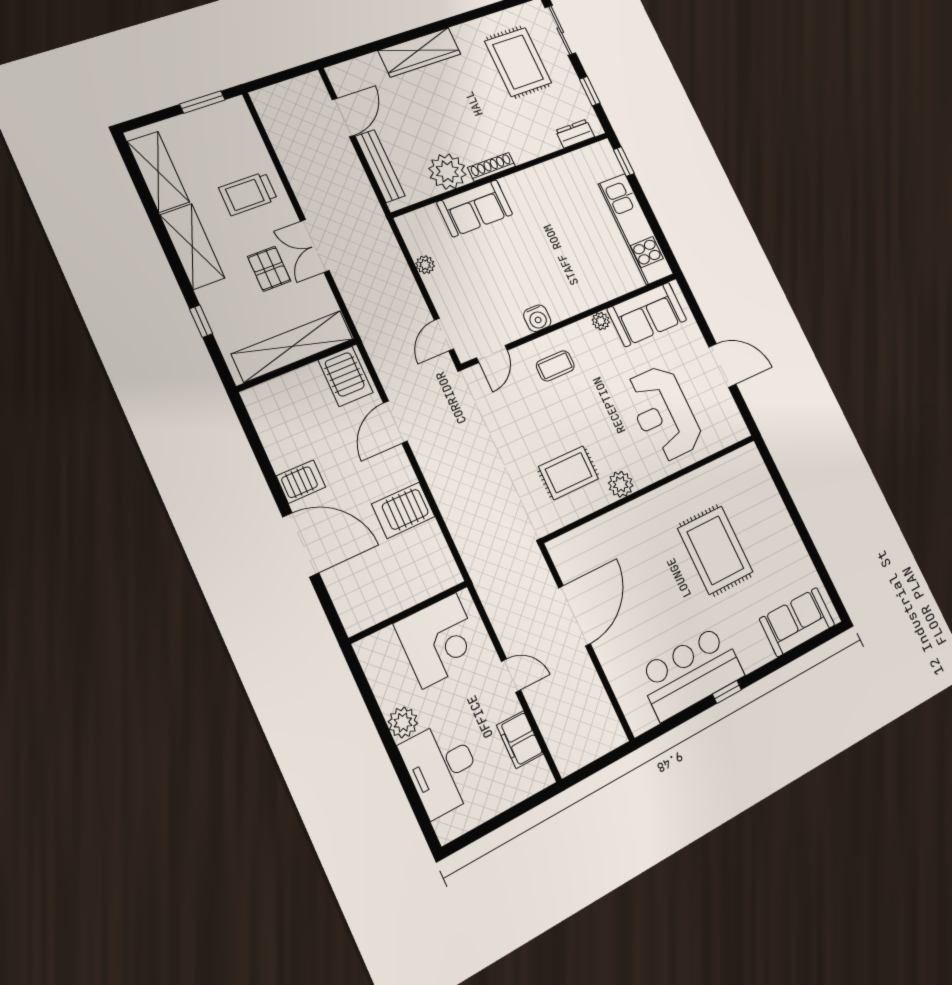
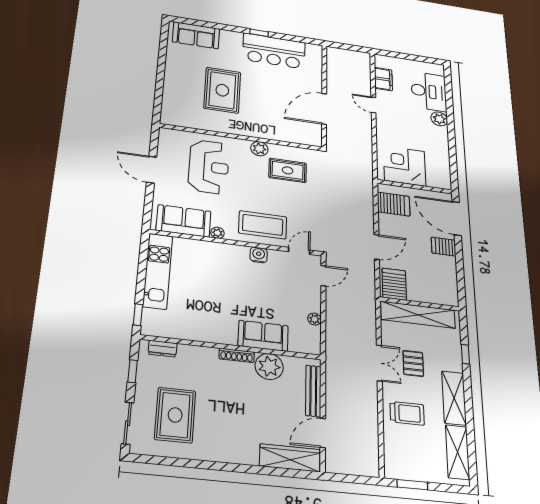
wardrobe: (420, 52) -> (290, 458), moved
coffee table: (555, 366) -> (263, 225), width x1.86, depth x1.72
wall: (409, 612) -> (415, 187), moved
corner desk: (439, 640) -> (405, 166), moved

